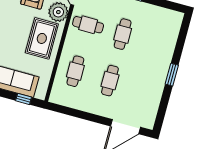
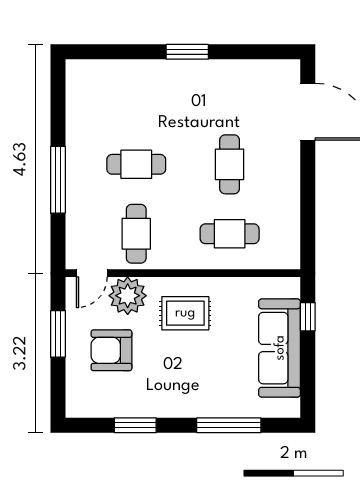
rug: (42, 38) -> (185, 313), width x0.73, depth x0.70
cafe table: (110, 81) -> (230, 164), turned 90

